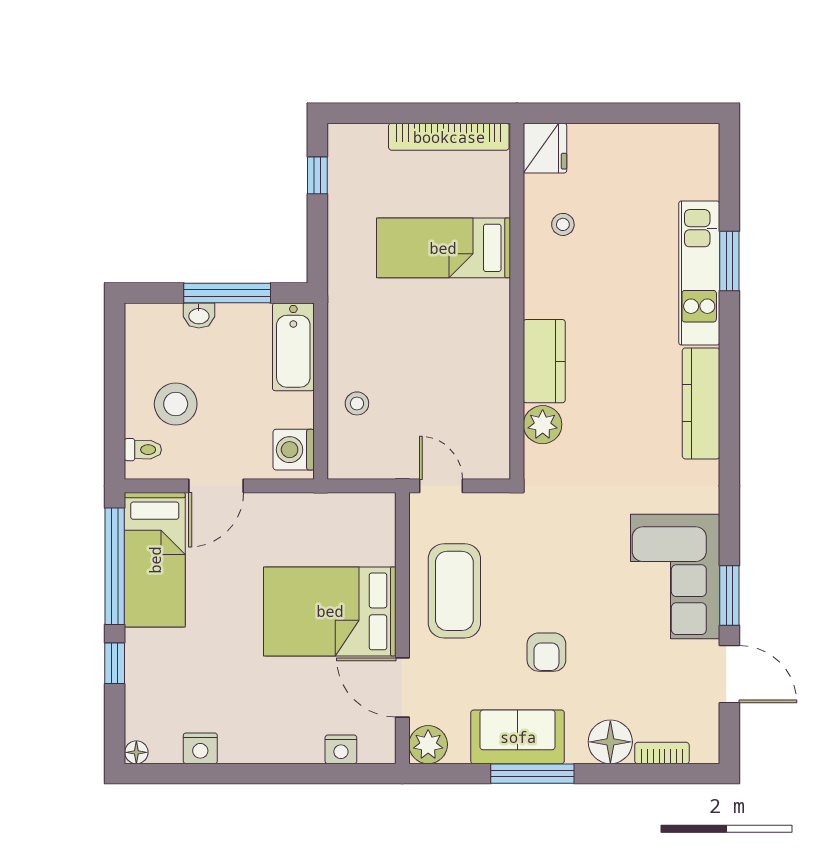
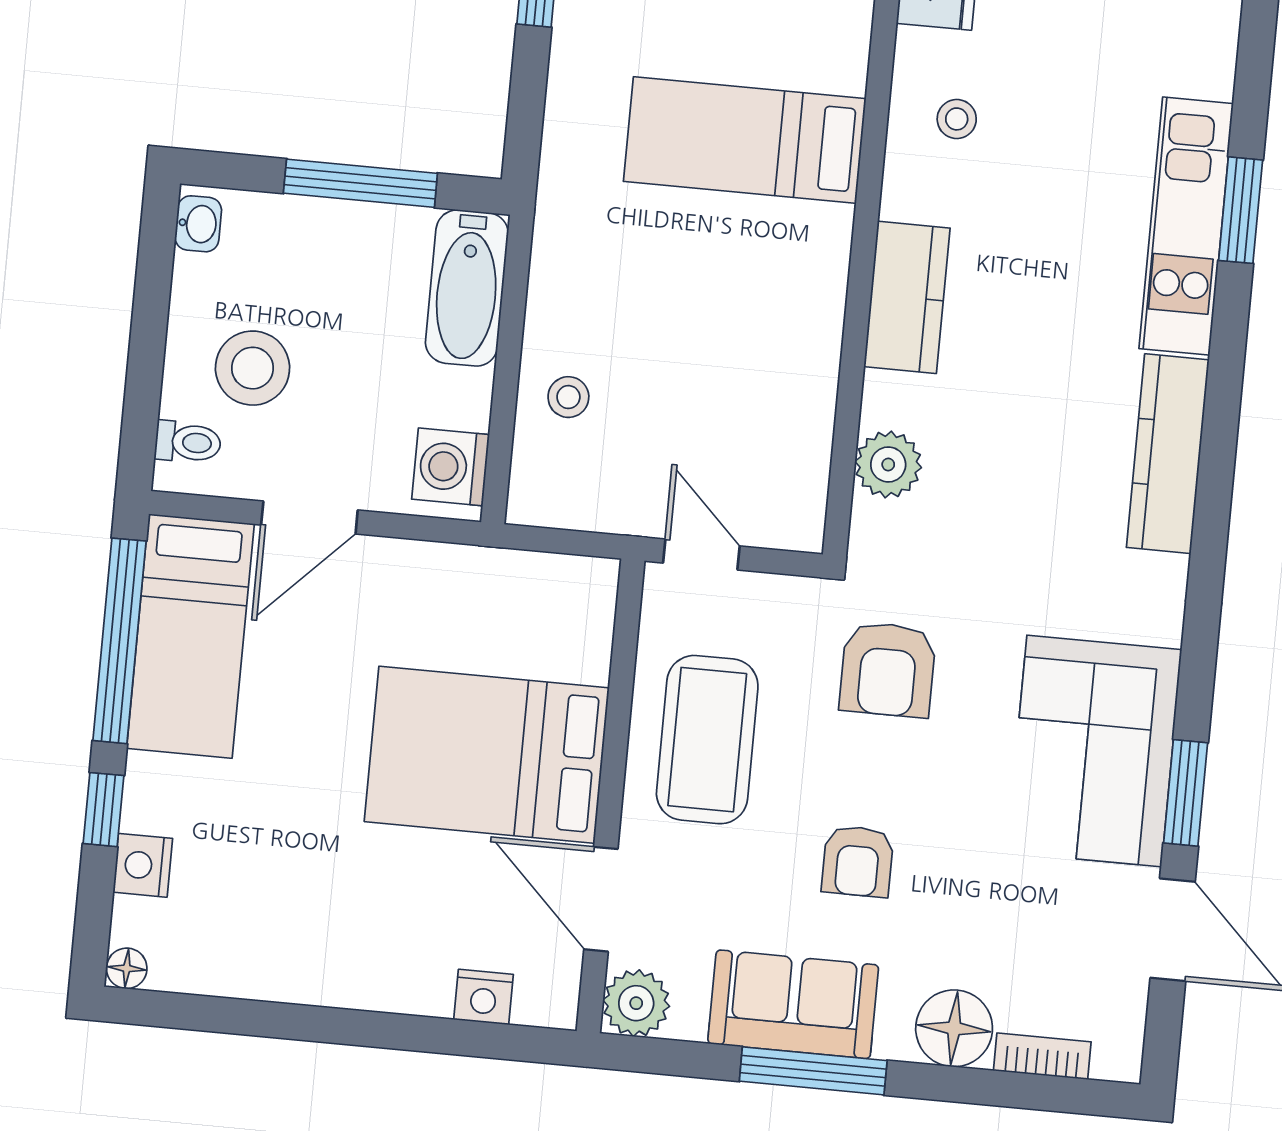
washbasin: (199, 315) -> (198, 224), moved, turned -90
kitchen counter: (544, 361) -> (907, 297), moved
armchair: (553, 541) -> (888, 669), added
nightstand: (200, 748) -> (143, 865), moved, turned 90

